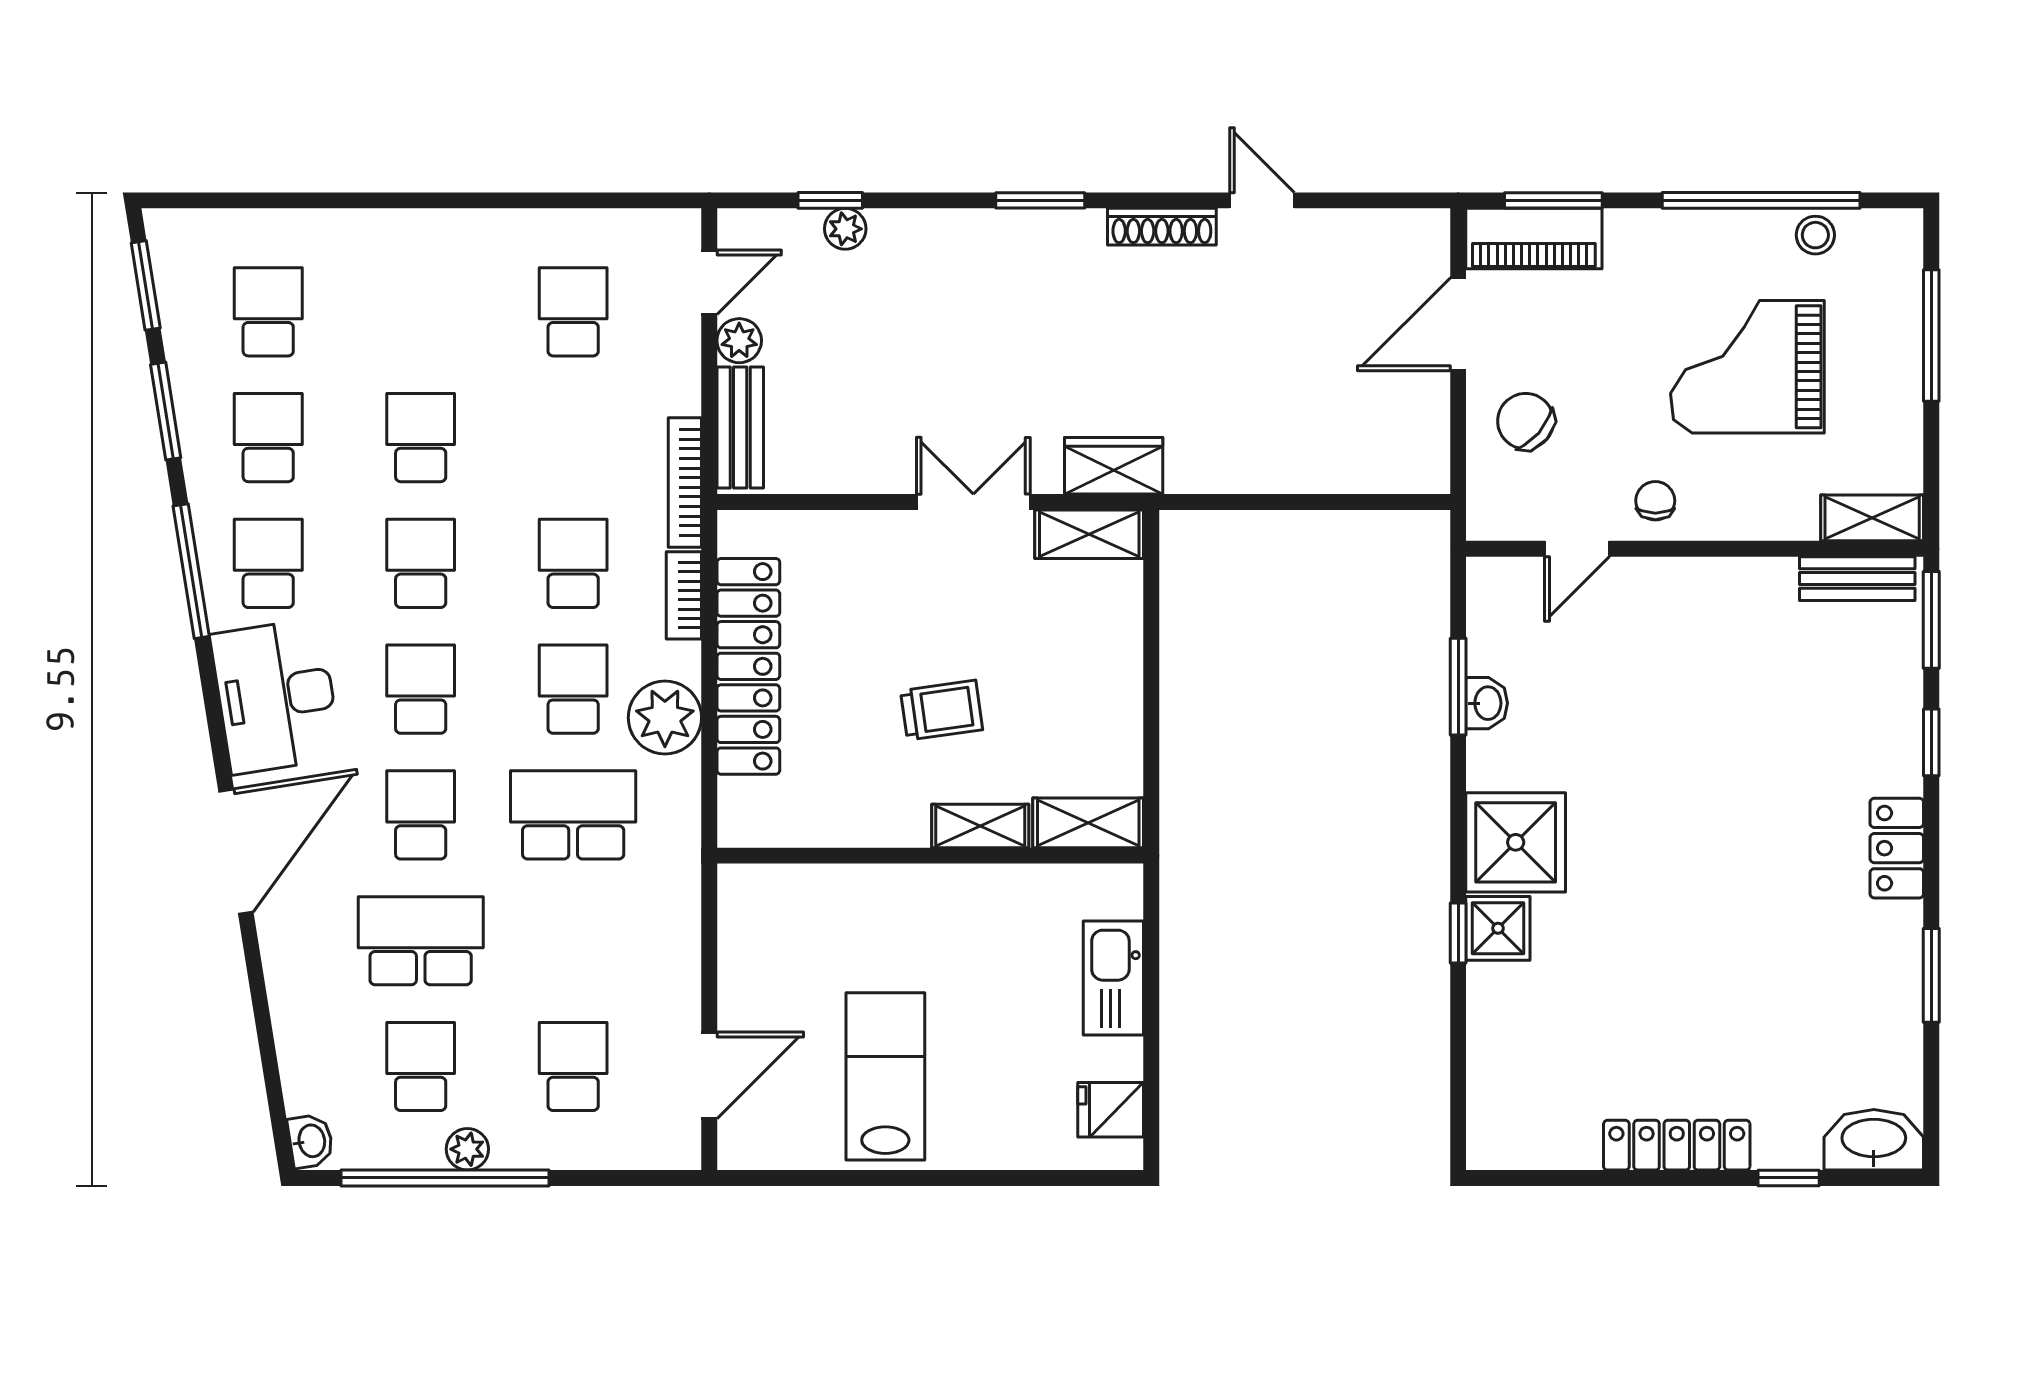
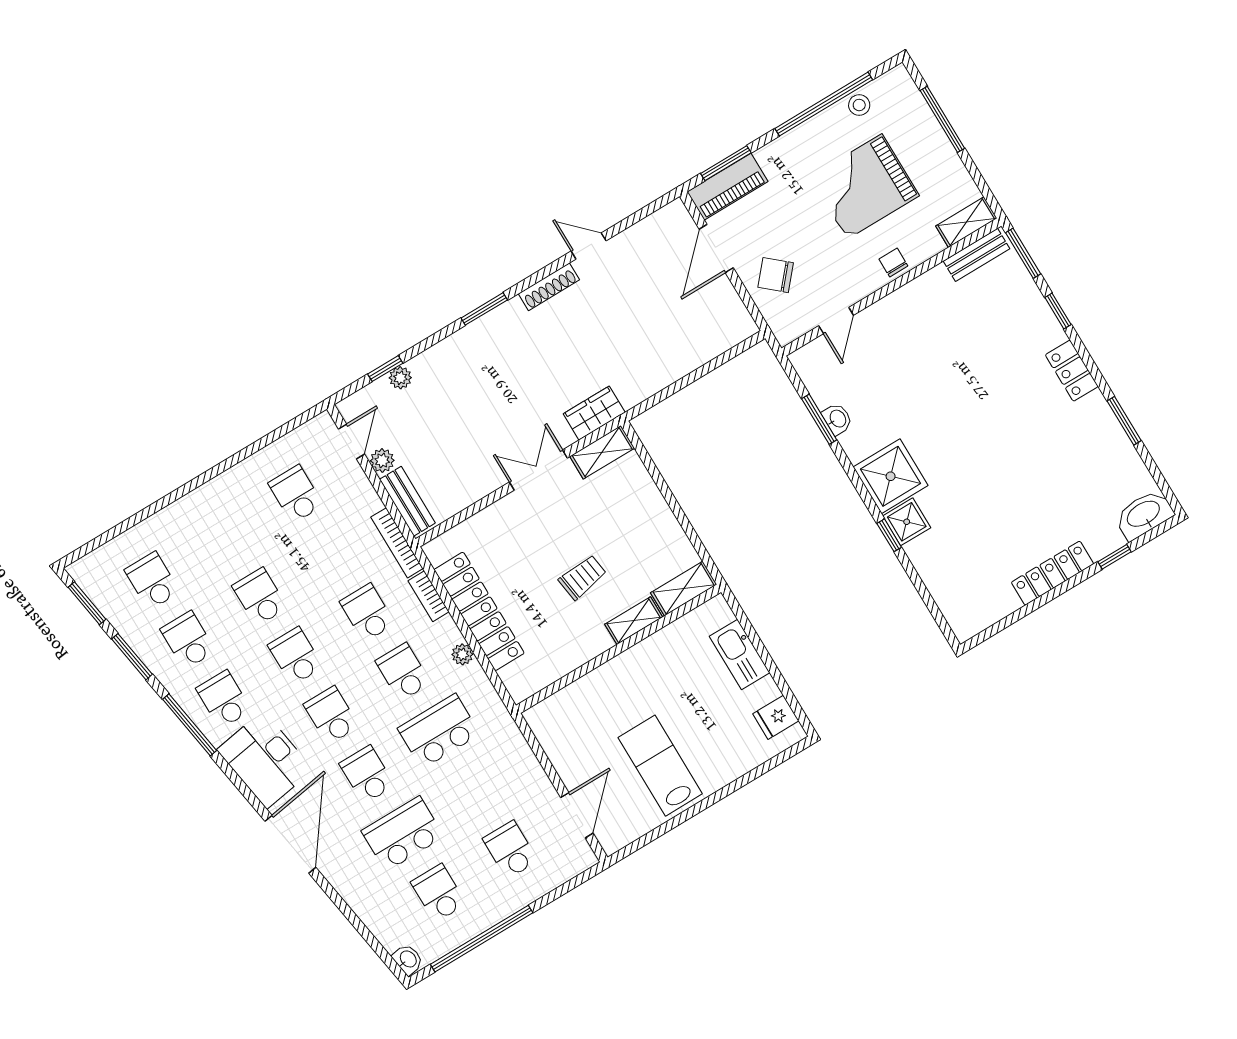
chair: (1655, 501) -> (893, 263), moved
plant: (665, 718) -> (462, 654), width x0.53, depth x0.53
plant: (467, 1149) -> (484, 919), removed

